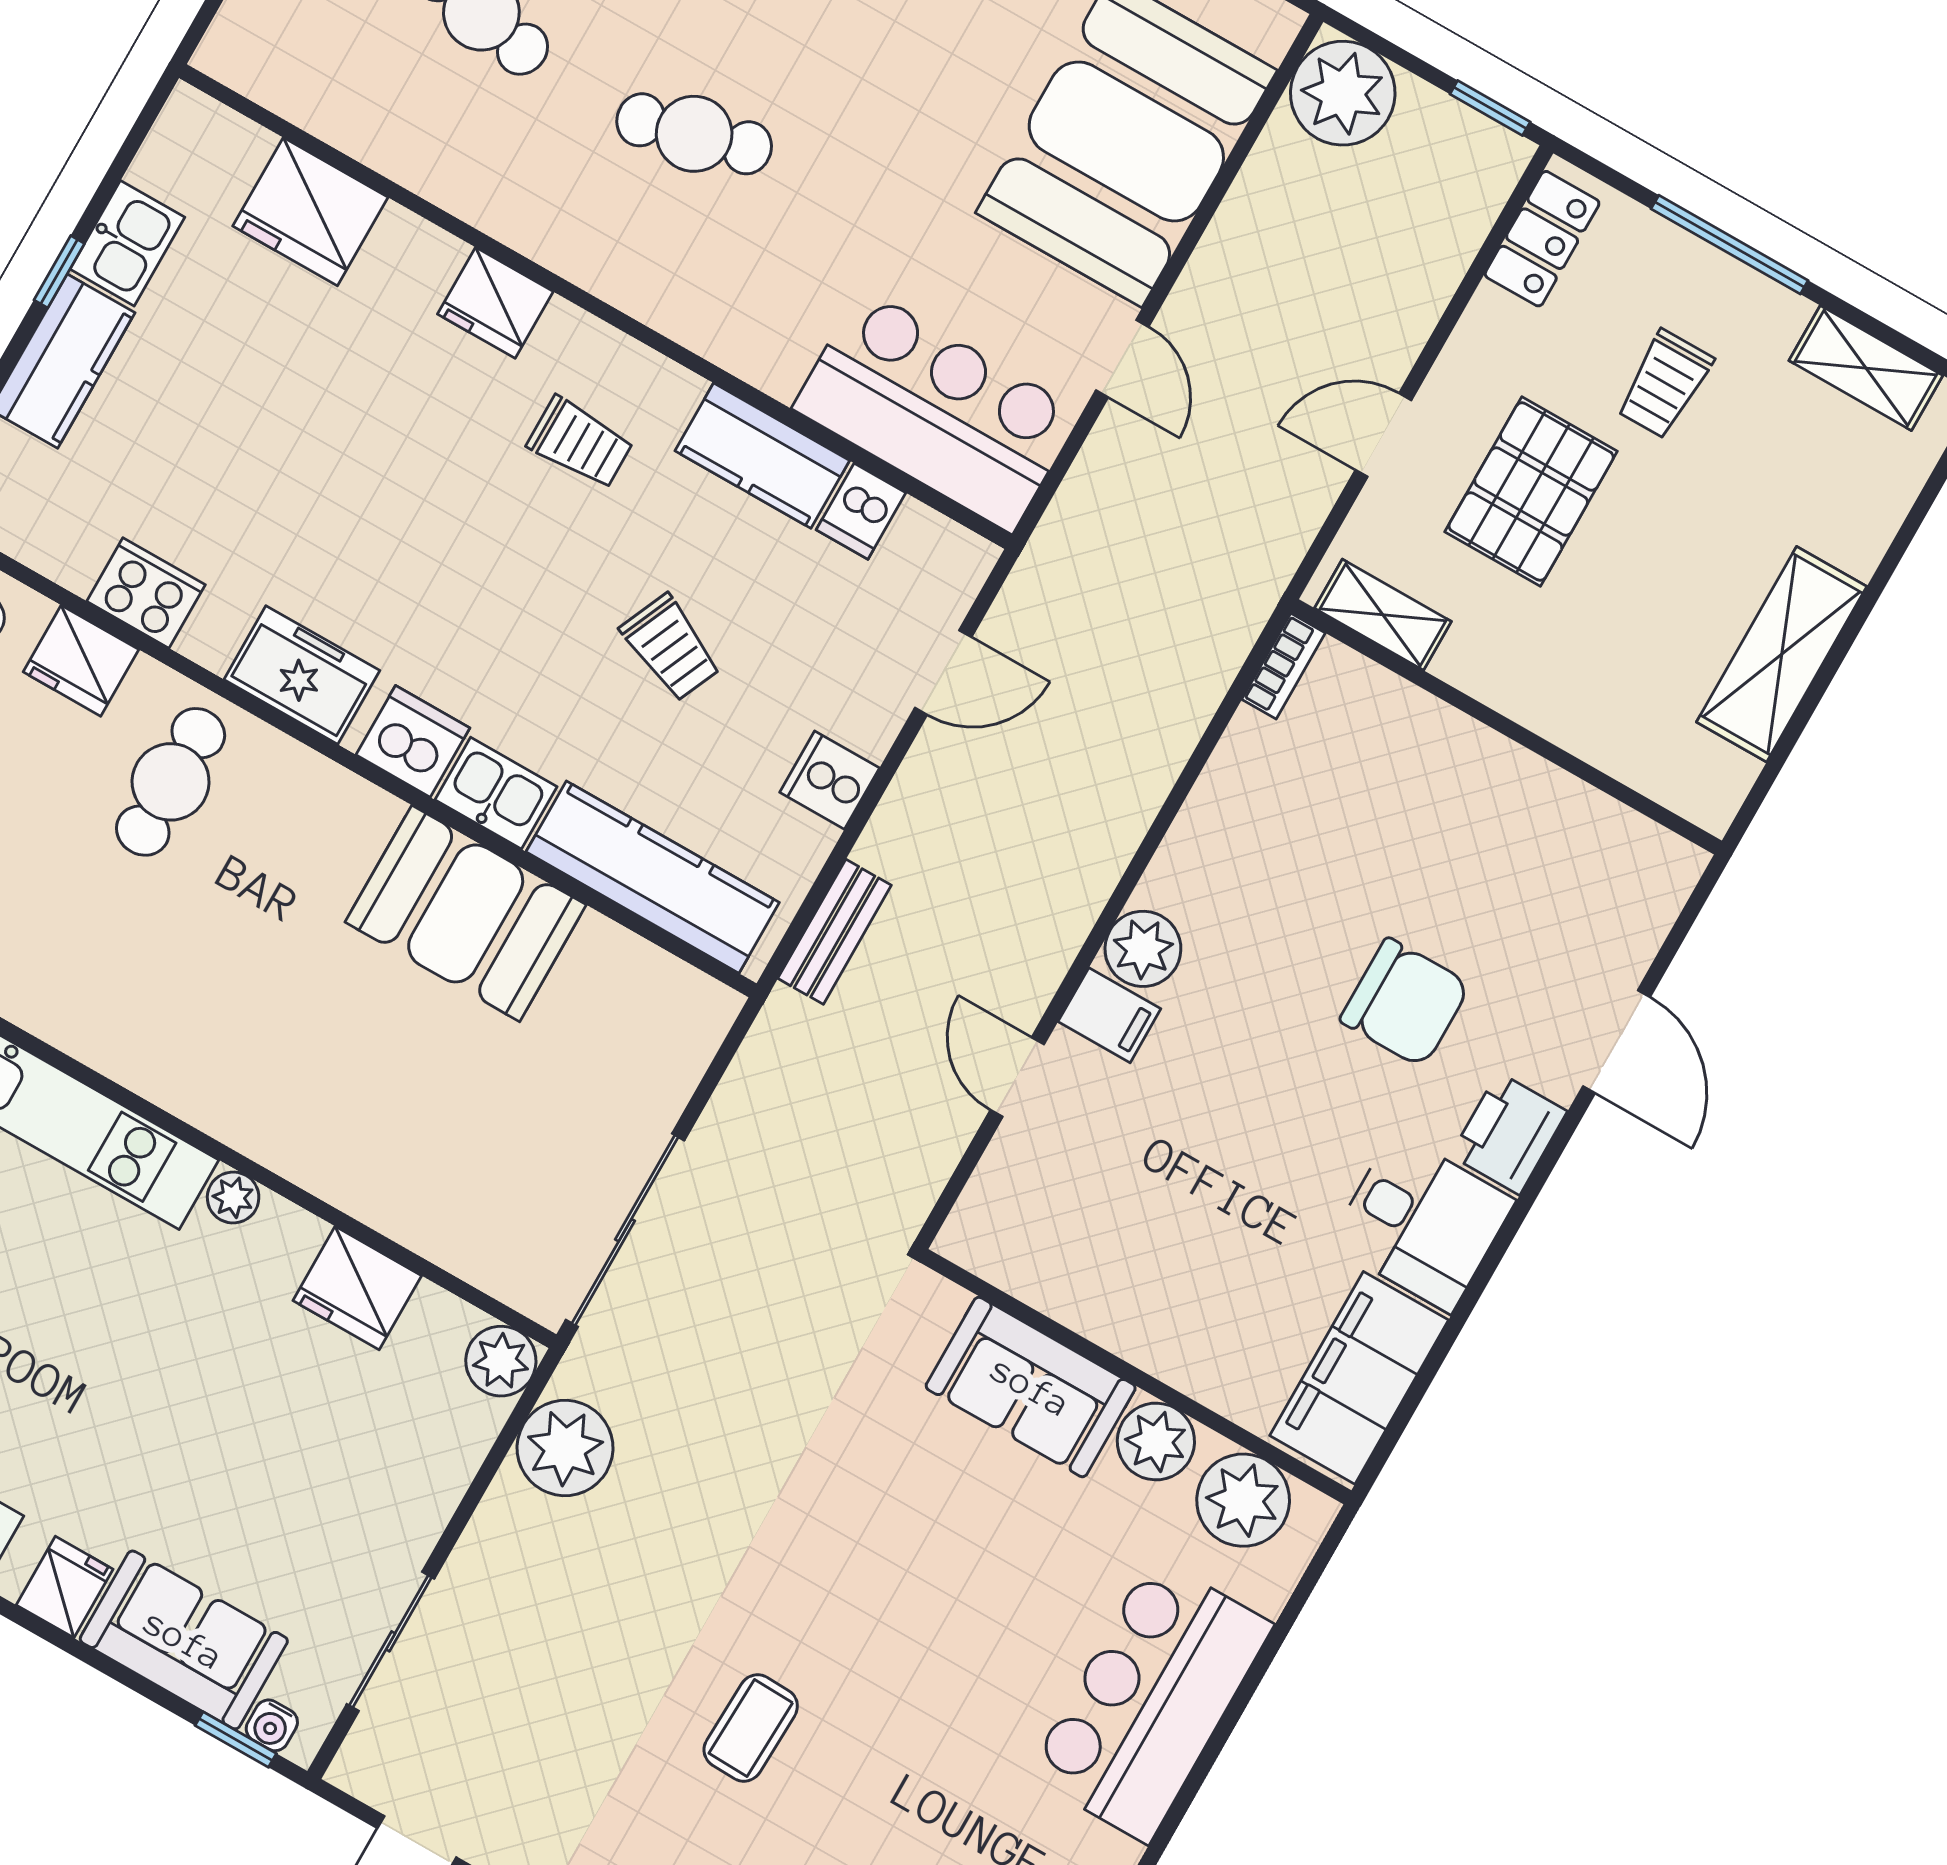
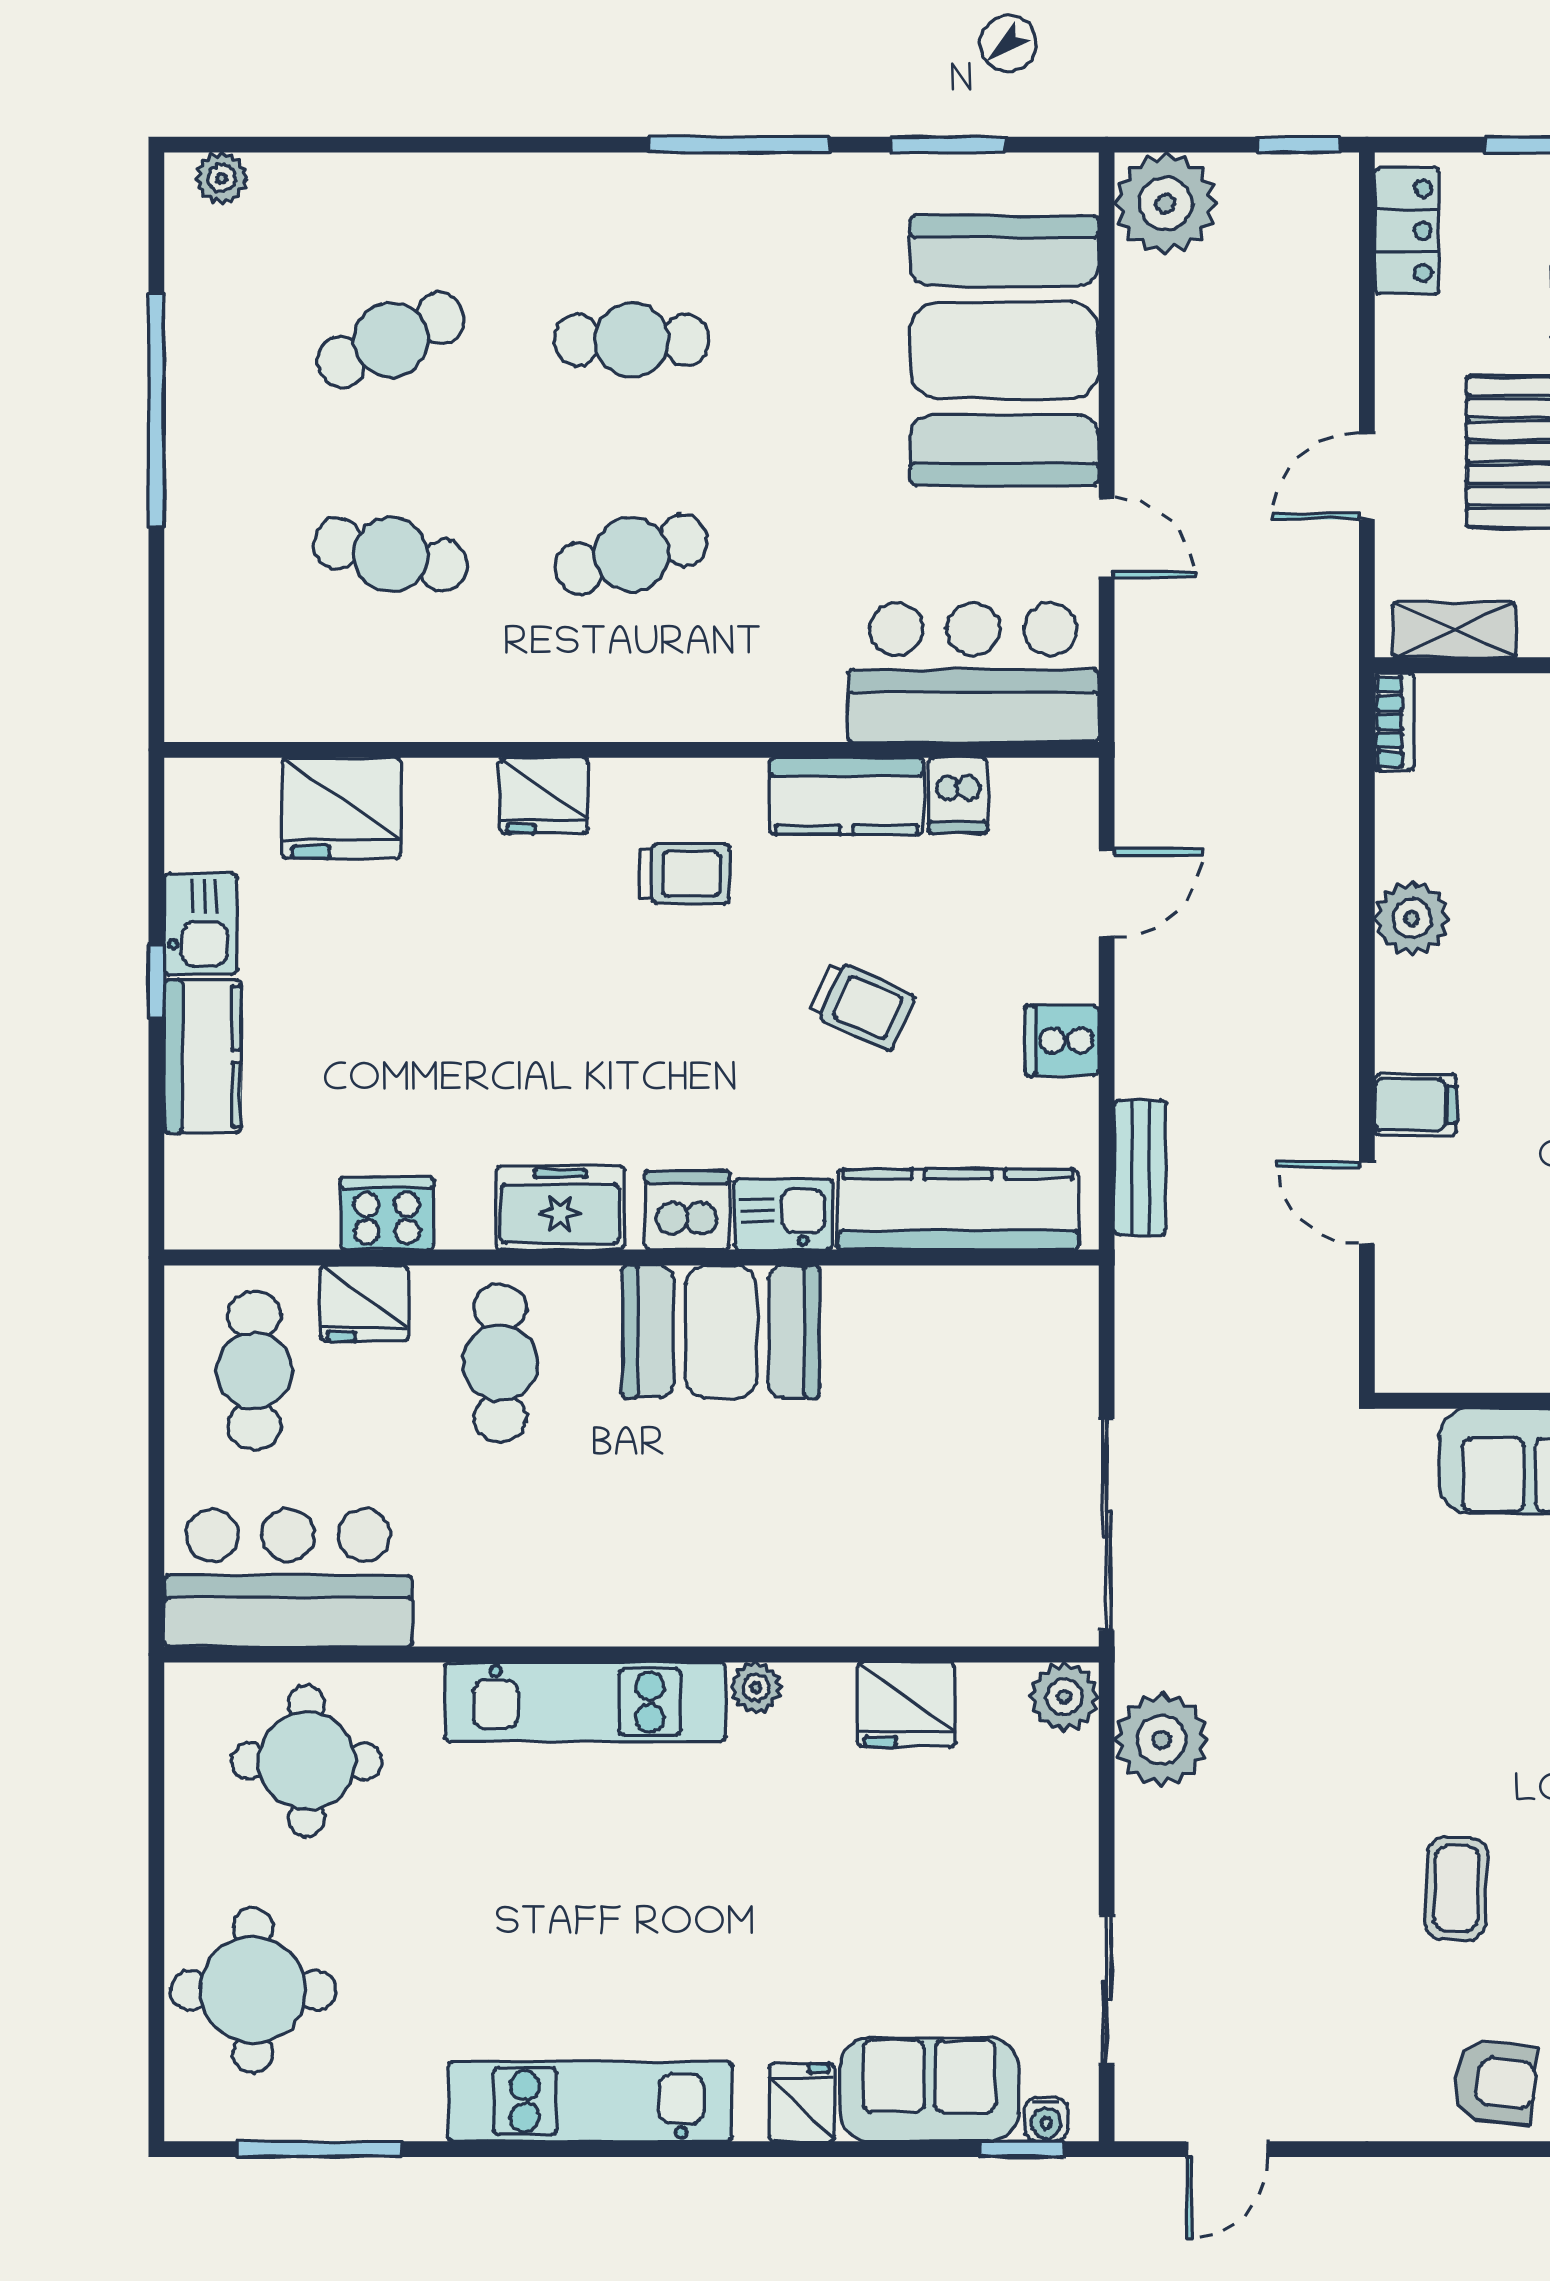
booth: (466, 913) -> (721, 1332), moved
plant: (1143, 949) -> (1412, 918), moved

